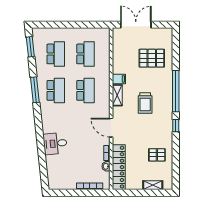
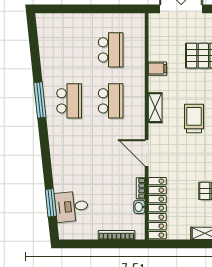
window: (30, 47) -> (51, 203), moved
school desk: (56, 54) -> (69, 50), removed
filing cabinet: (119, 79) -> (157, 69), moved
trolley: (145, 103) -> (194, 118), turned 180
desk: (55, 143) -> (72, 206), moved

